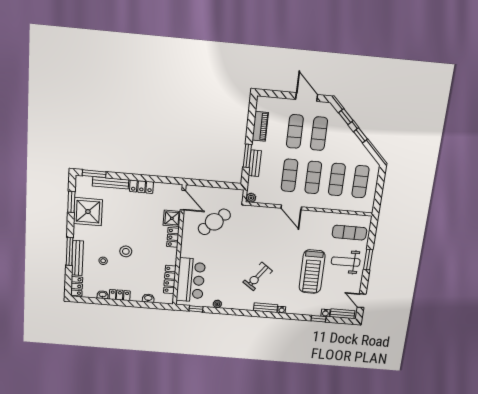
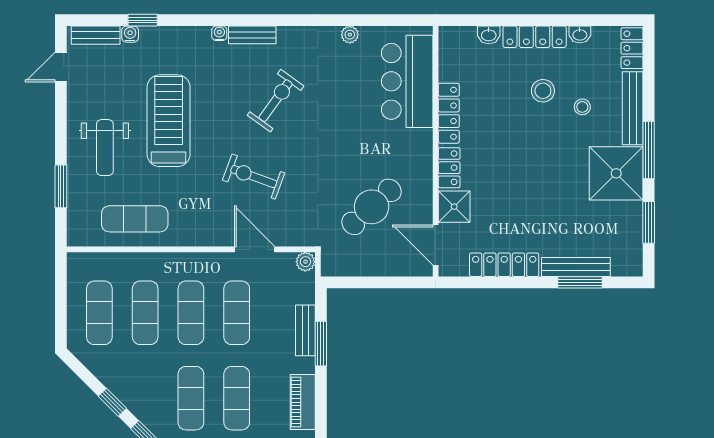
window: (94, 174) -> (580, 282), moved
locker: (142, 187) -> (504, 265), width x1.53
door: (291, 207) -> (255, 249), moved
shower: (88, 212) -> (616, 173), moved
exercise mat: (349, 233) -> (135, 219), moved
exercise bike: (273, 242) -> (254, 177), added
window: (69, 251) -> (649, 150), moved
stool: (126, 251) -> (543, 91), moved
window: (368, 260) -> (61, 186), moved
weight bench: (346, 262) -> (105, 148), turned 90
locker: (170, 279) -> (449, 113), moved
locker: (120, 295) -> (535, 37), width x1.53
door: (362, 301) -> (61, 67), swing flipped
window: (196, 309) -> (392, 20), removed

